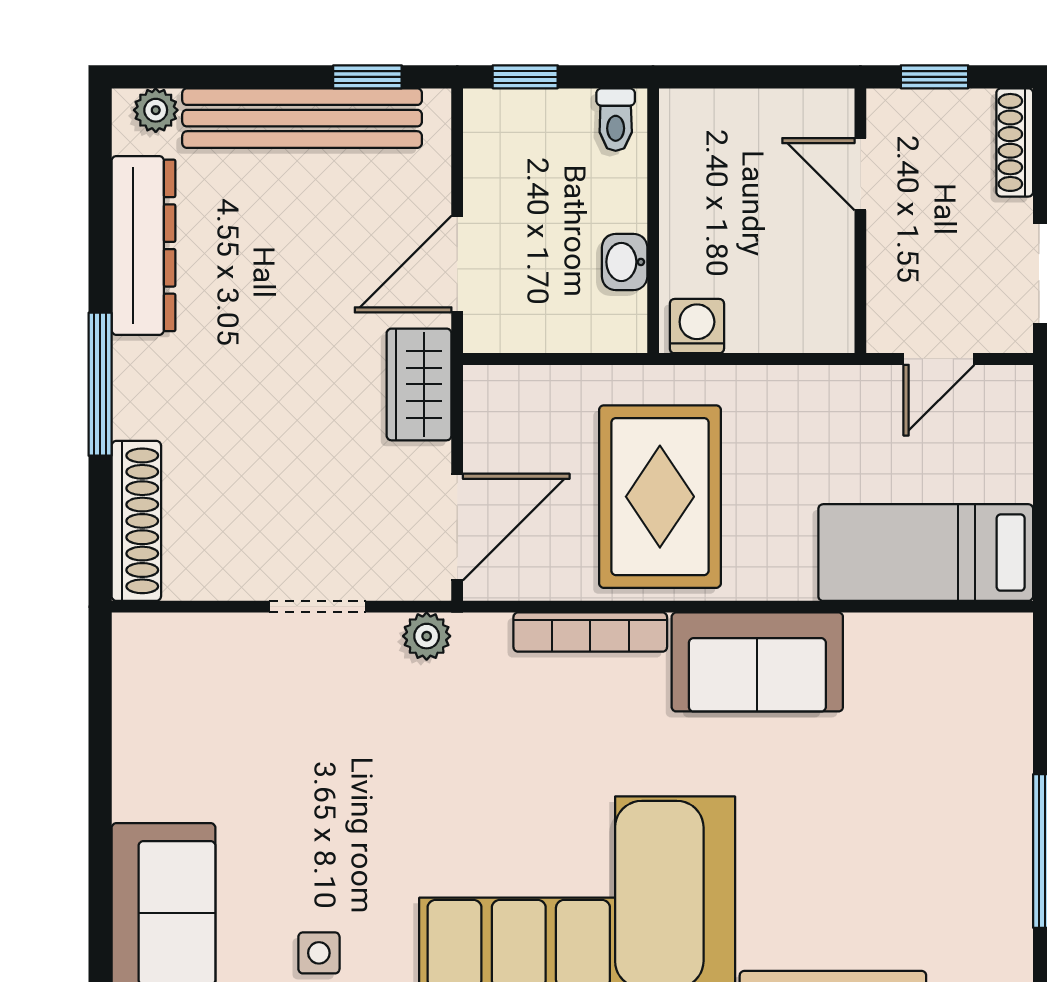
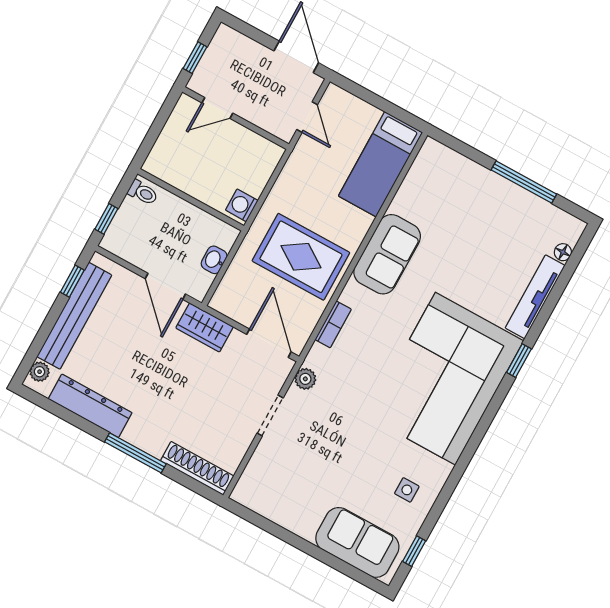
shoe rack: (1015, 142) -> (238, 40), removed
washbasin: (625, 262) -> (214, 260), moved, turned 90
bookcase: (590, 632) -> (333, 324), width x0.64

